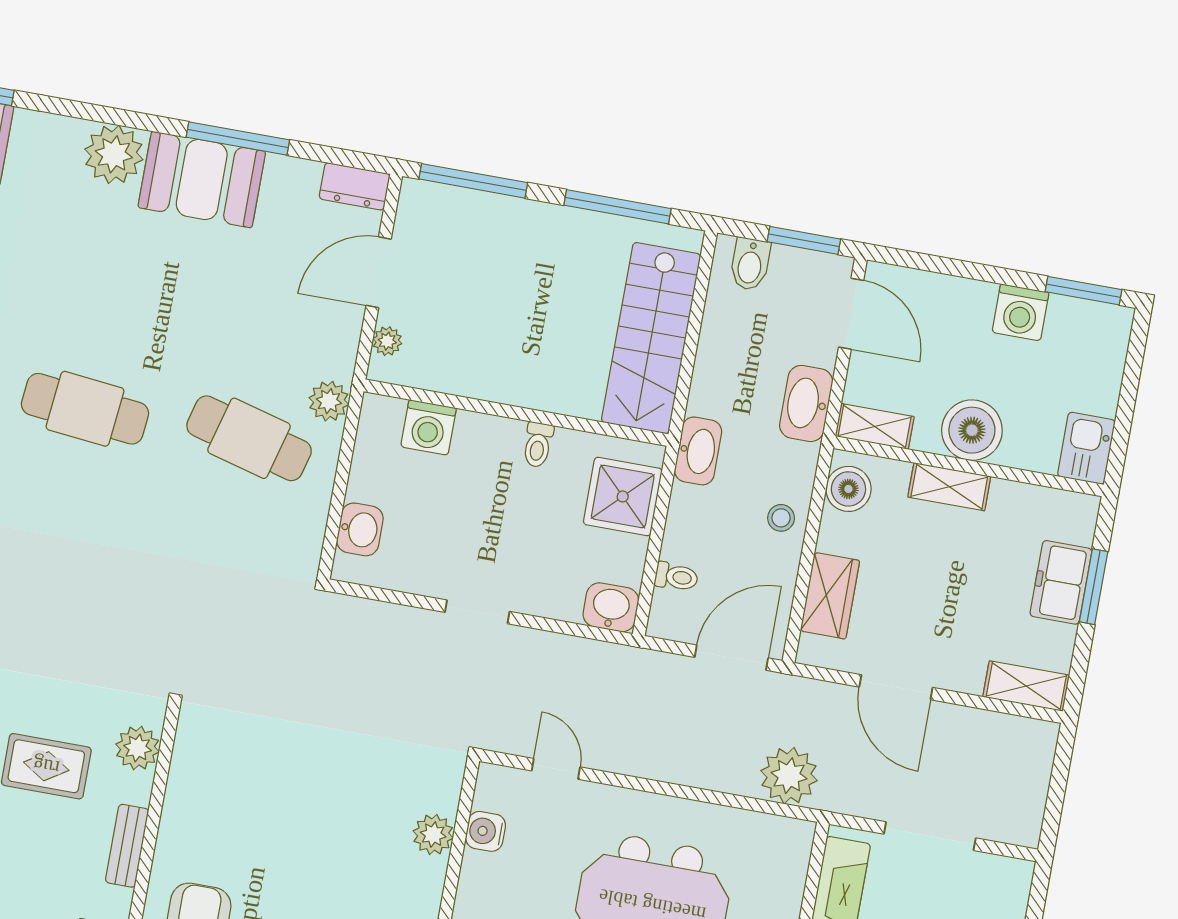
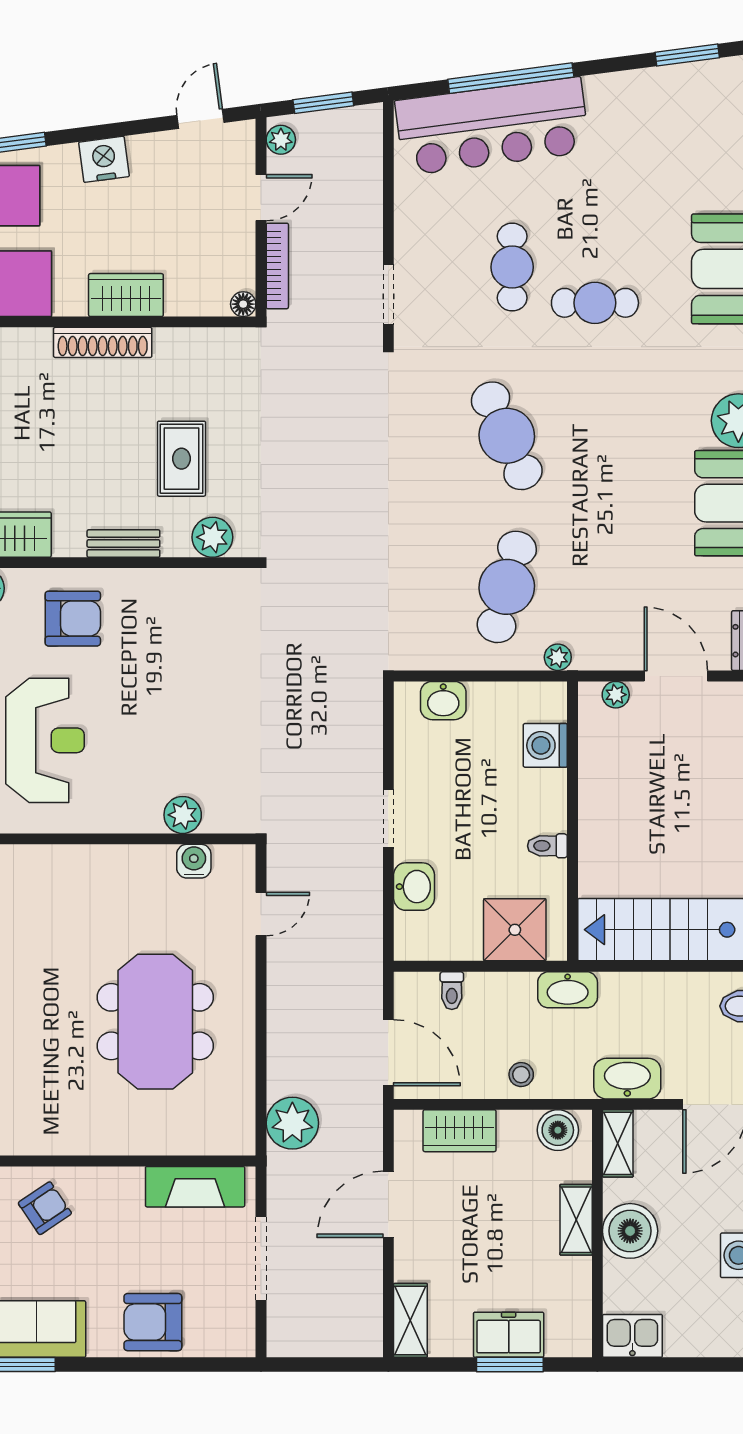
plant: (329, 401) -> (558, 657), width x0.73, depth x0.73
cafe table: (85, 409) -> (507, 436), turned -30
washbasin: (611, 607) -> (414, 887), moved

